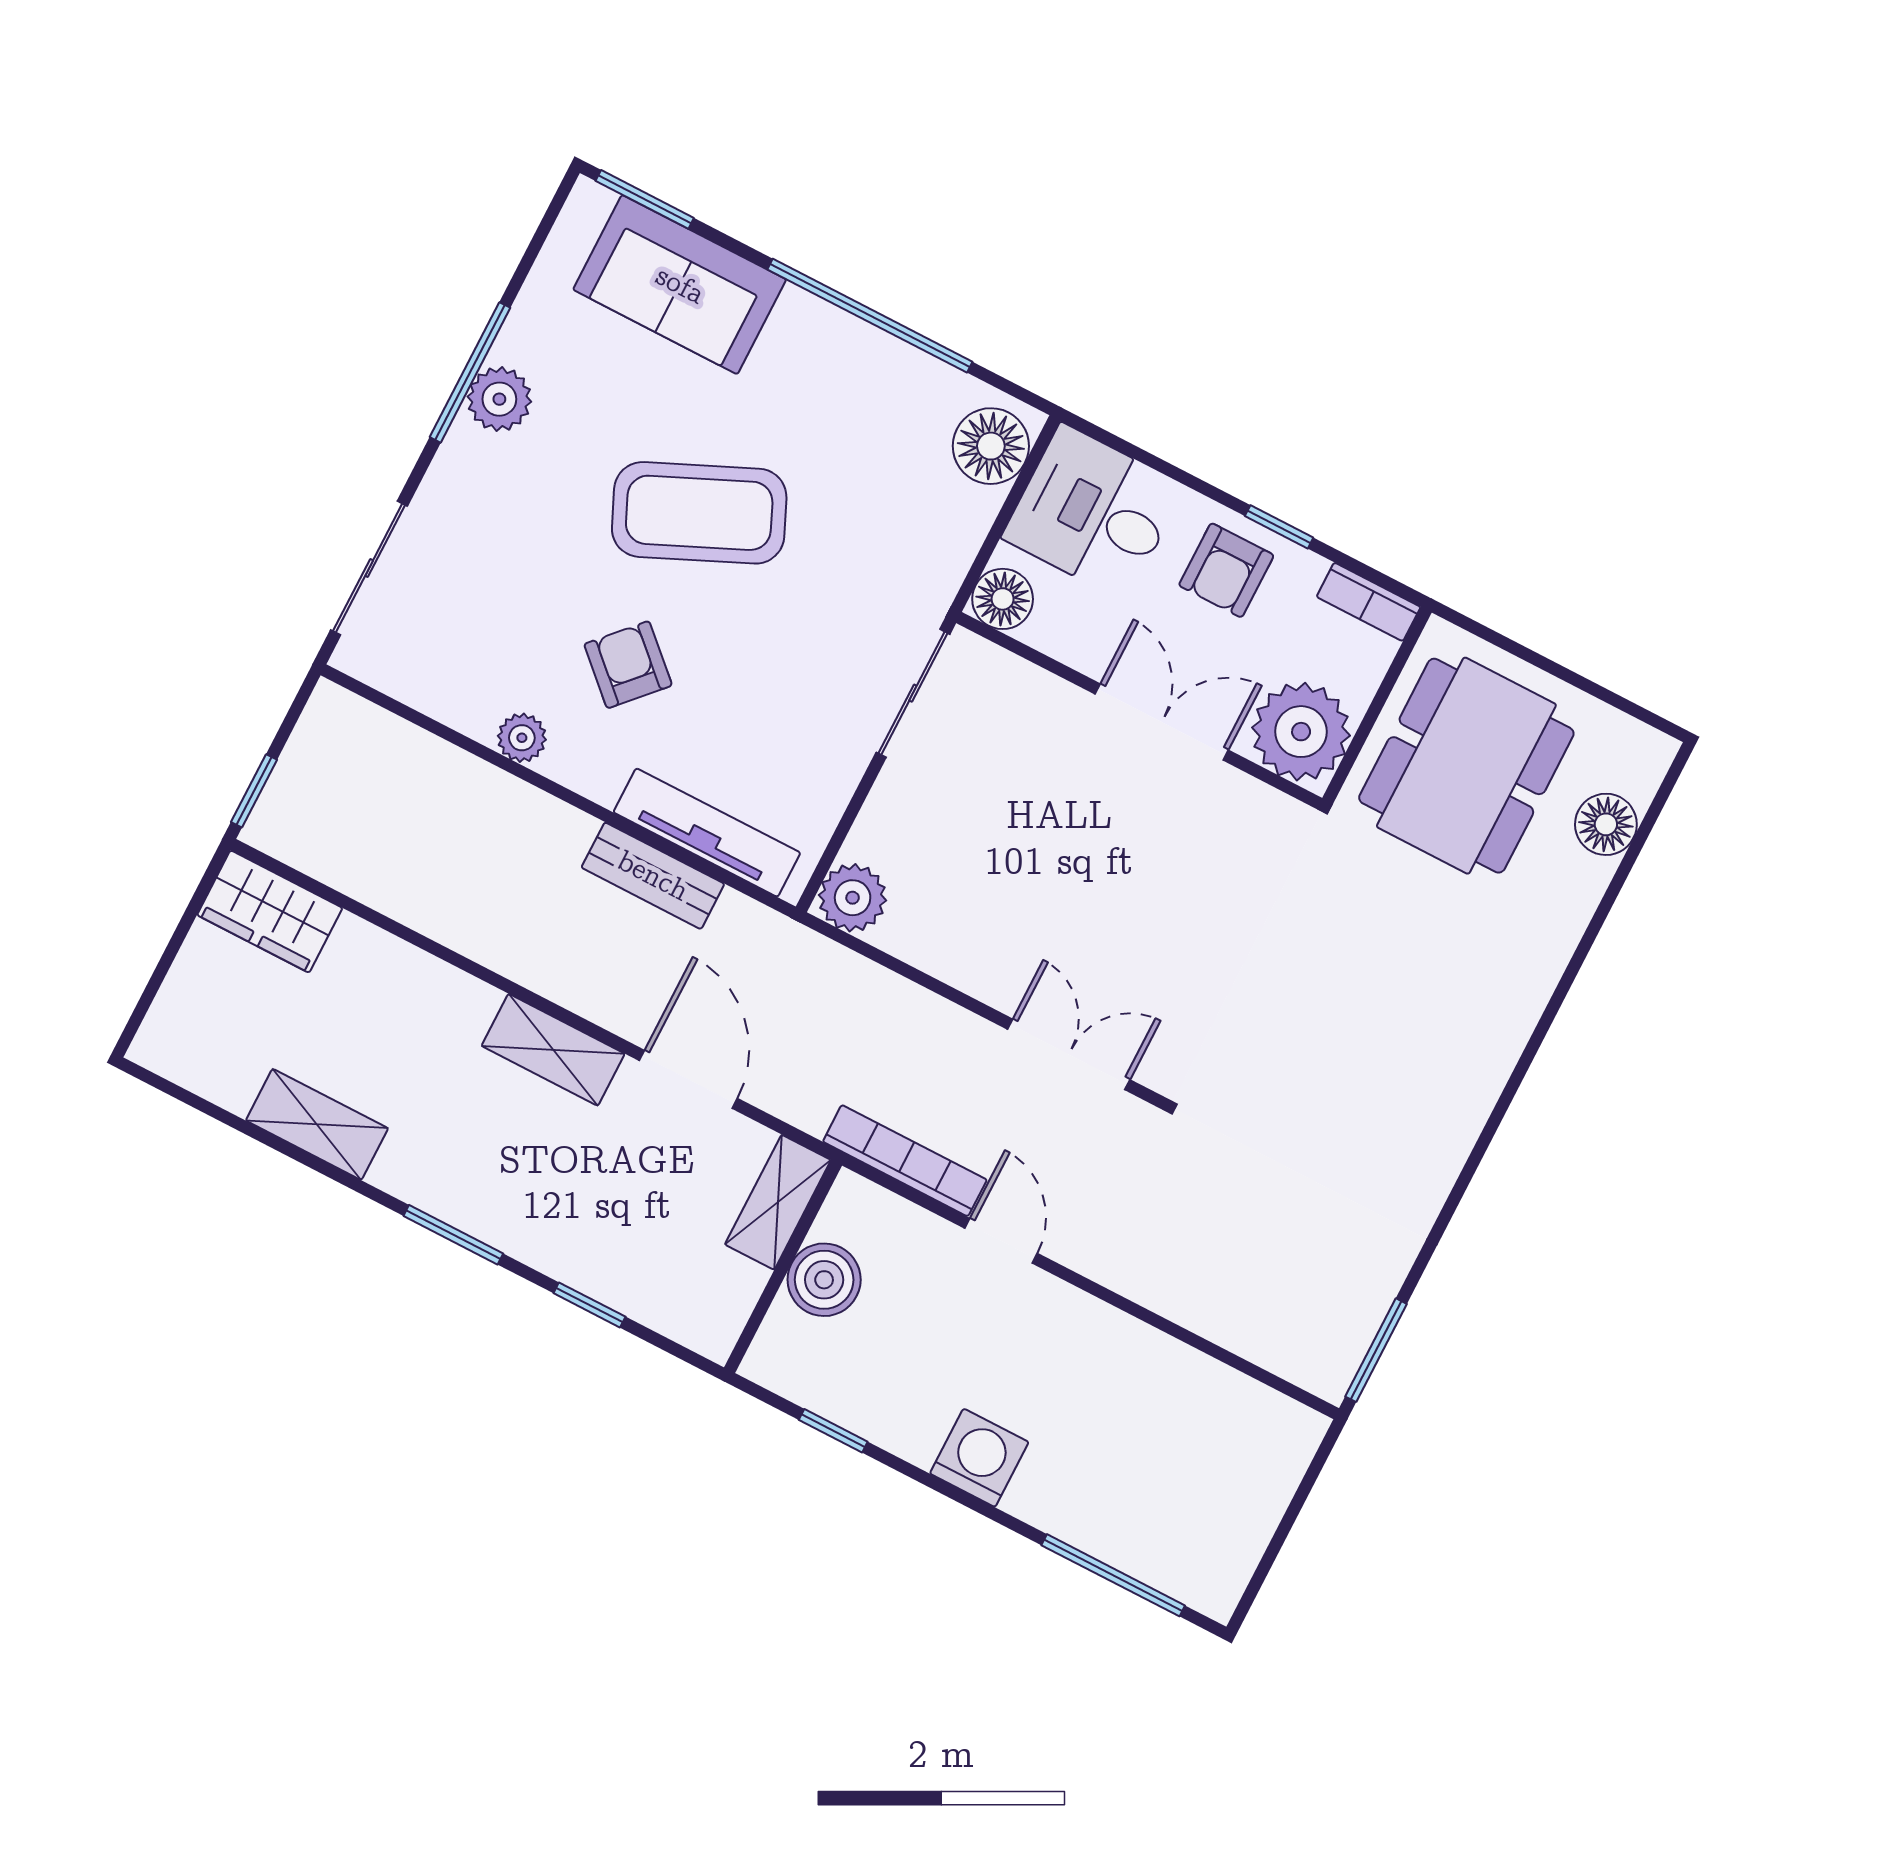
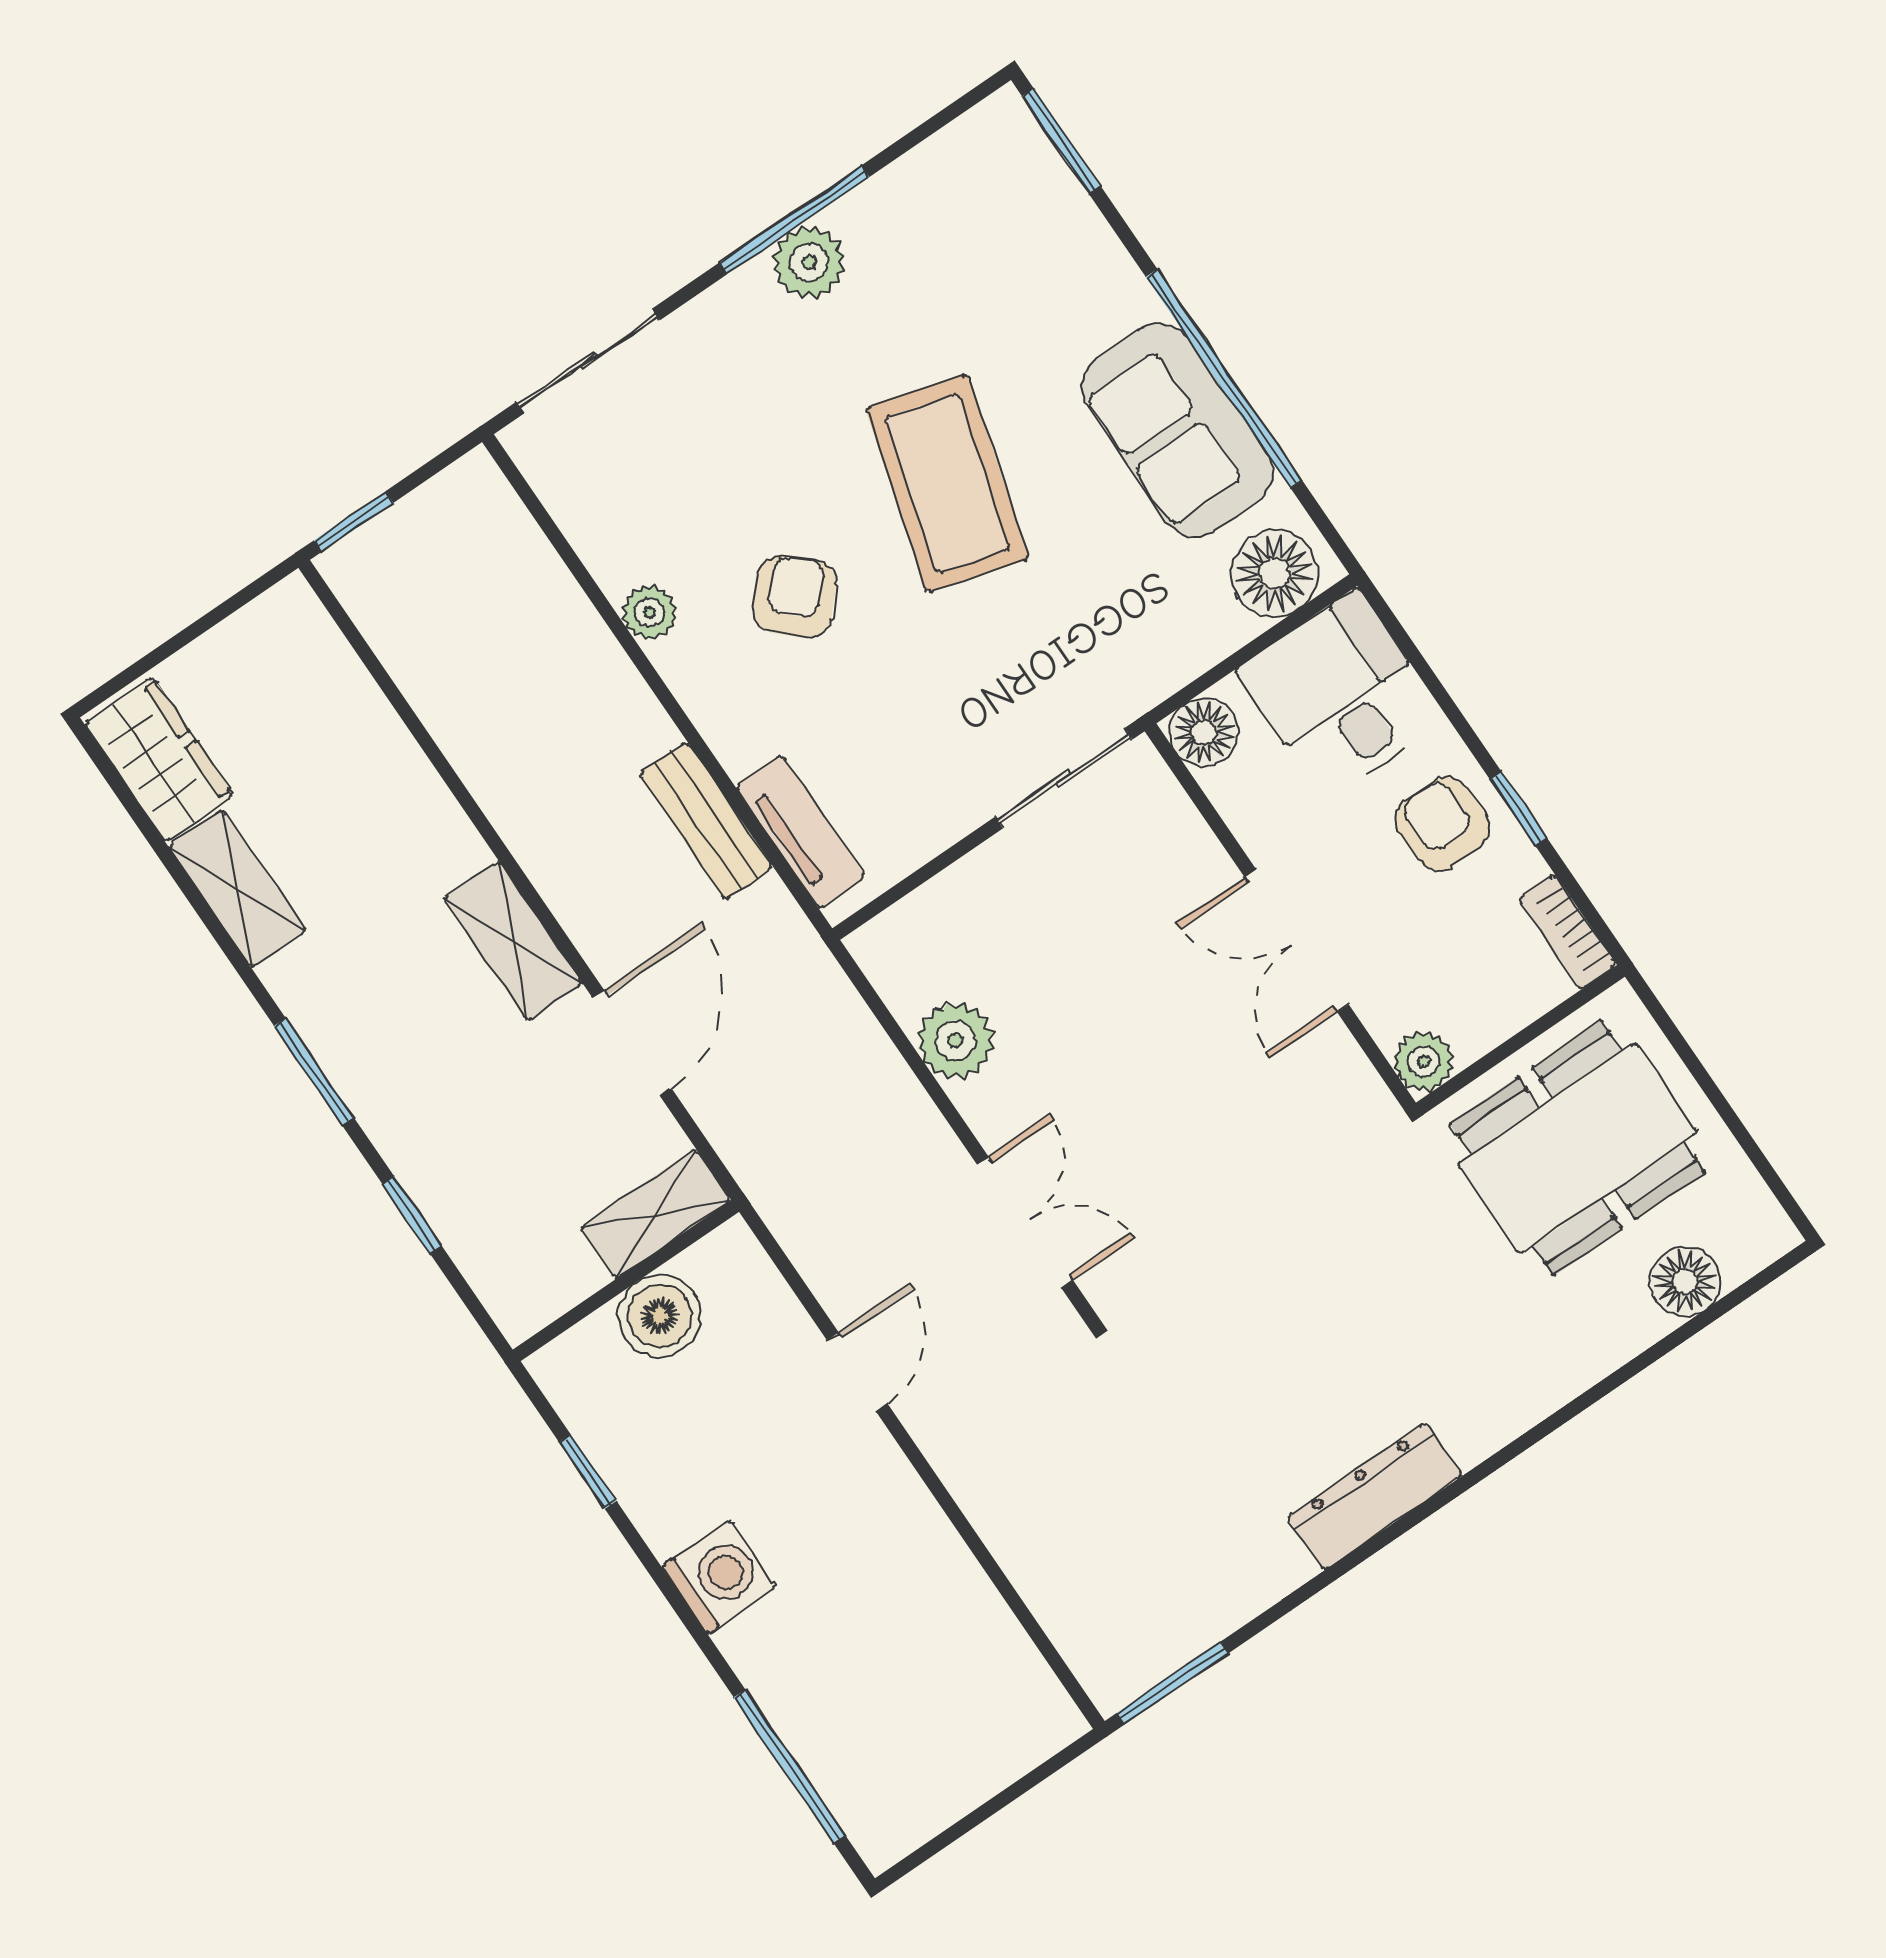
sofa: (680, 285) -> (1177, 430), moved
coffee table: (699, 513) -> (947, 483), turned 40
armchair: (1226, 570) -> (1443, 824), turned 89
double door: (1162, 722) -> (1297, 941), swing flipped
plant: (1301, 732) -> (1424, 1061), width x0.53, depth x0.53
tv unit: (707, 833) -> (800, 832), width x0.71
plant: (853, 898) -> (955, 1040), moved
wardrobe: (270, 912) -> (159, 759), moved, turned 180
dresser: (1455, 1121) -> (1375, 1496), added
bookcase: (905, 1161) -> (804, 1240), removed

